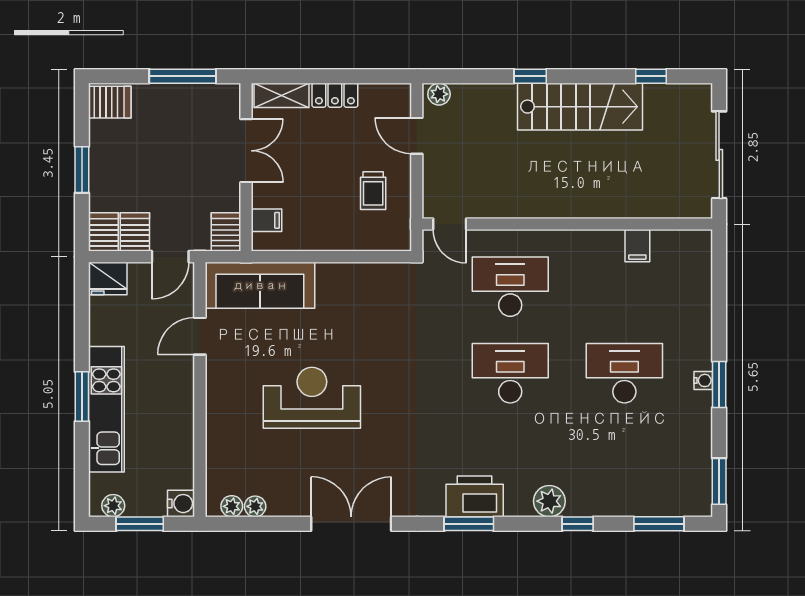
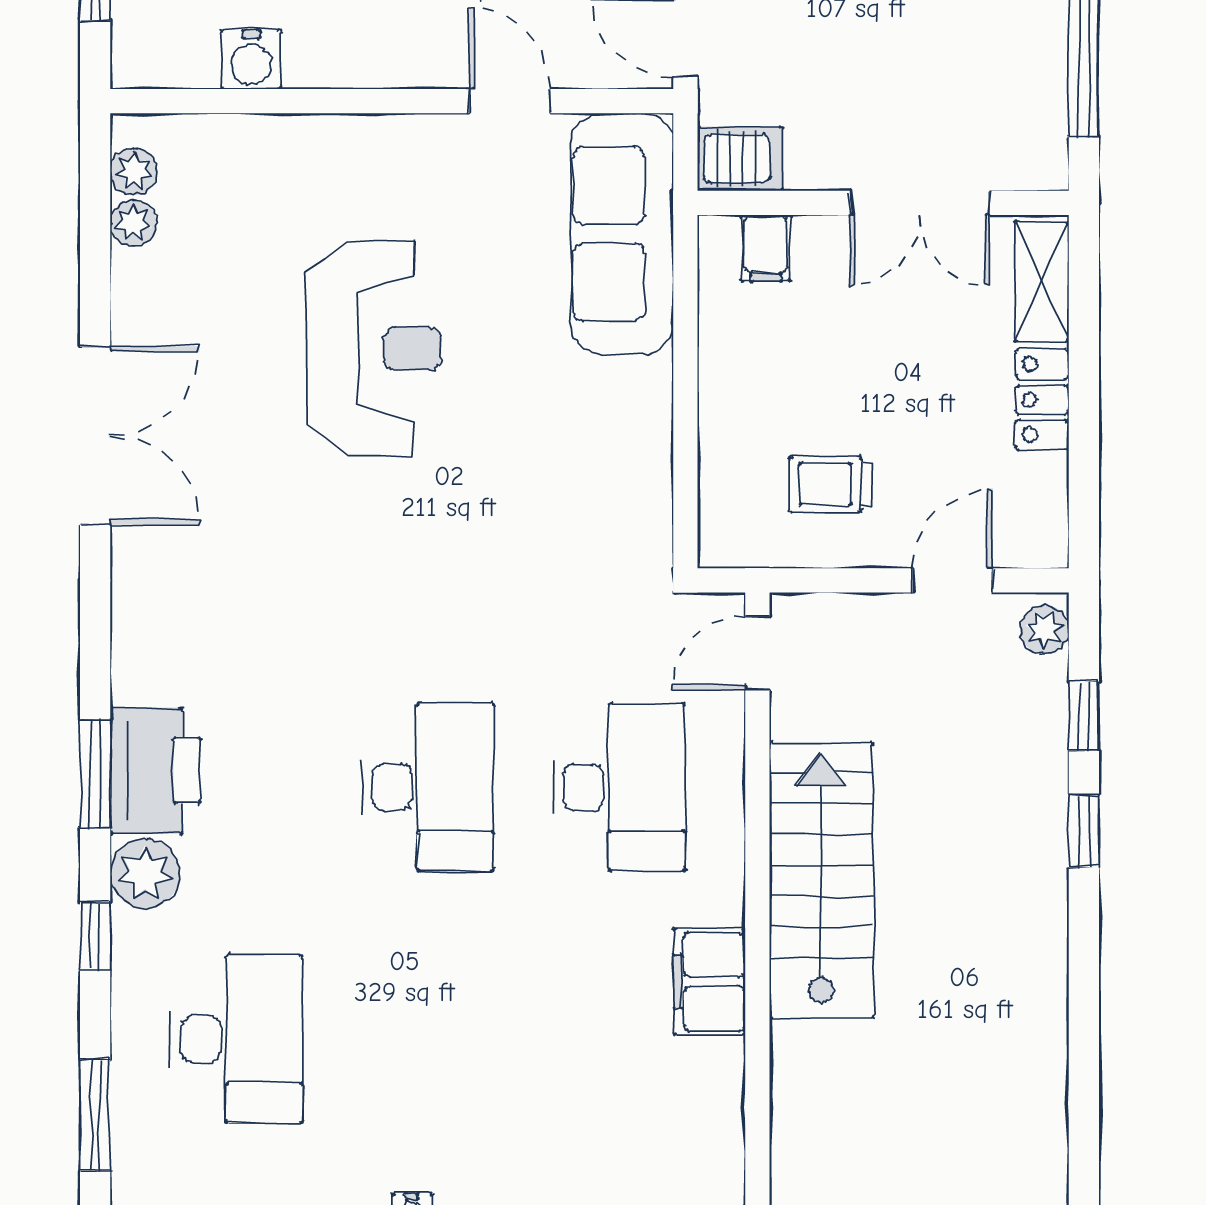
window: (651, 76) -> (1084, 716), moved
stairs: (580, 107) -> (821, 880), moved, turned 180
filing cabinet: (637, 246) -> (710, 982), moved, width x2.00
desk: (624, 373) -> (236, 1039), moved
printer: (475, 496) -> (155, 771), moved
water cooler: (181, 504) -> (251, 59), moved
window: (469, 524) -> (95, 774), moved

